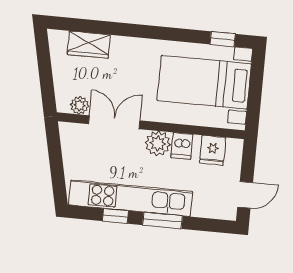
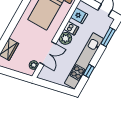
double door: (114, 122) -> (48, 53), swing flipped
window: (162, 220) -> (108, 37), moved

